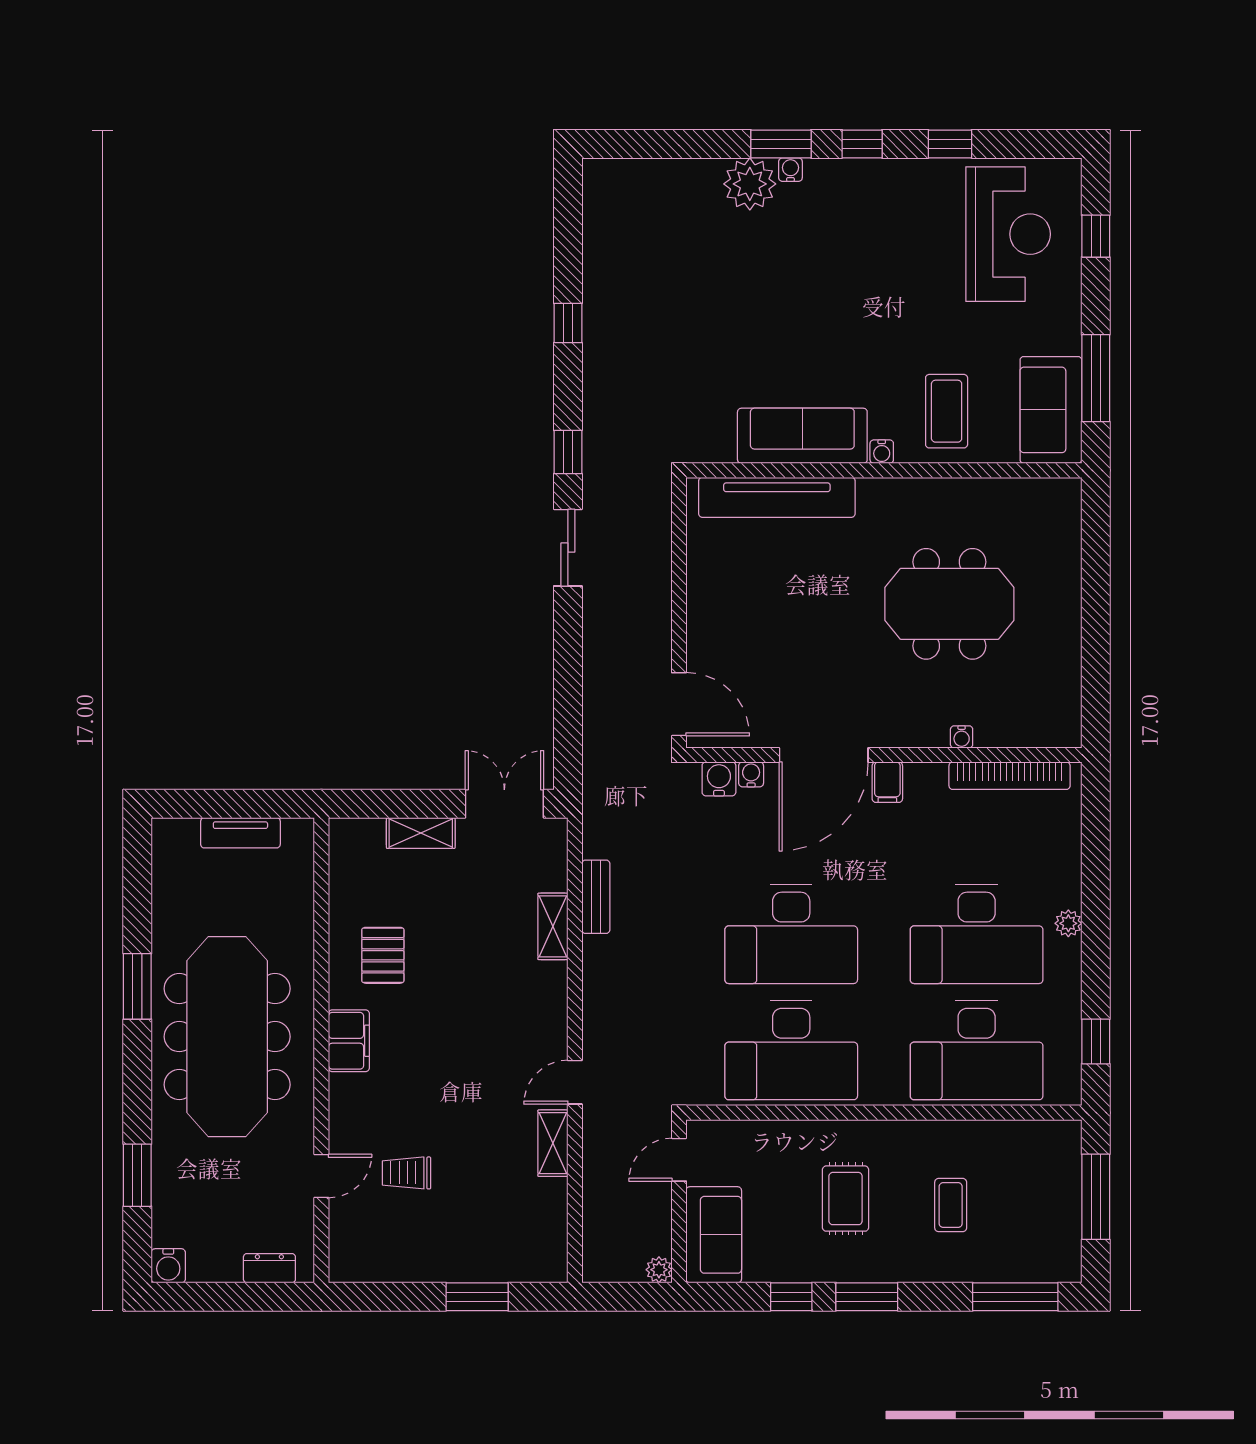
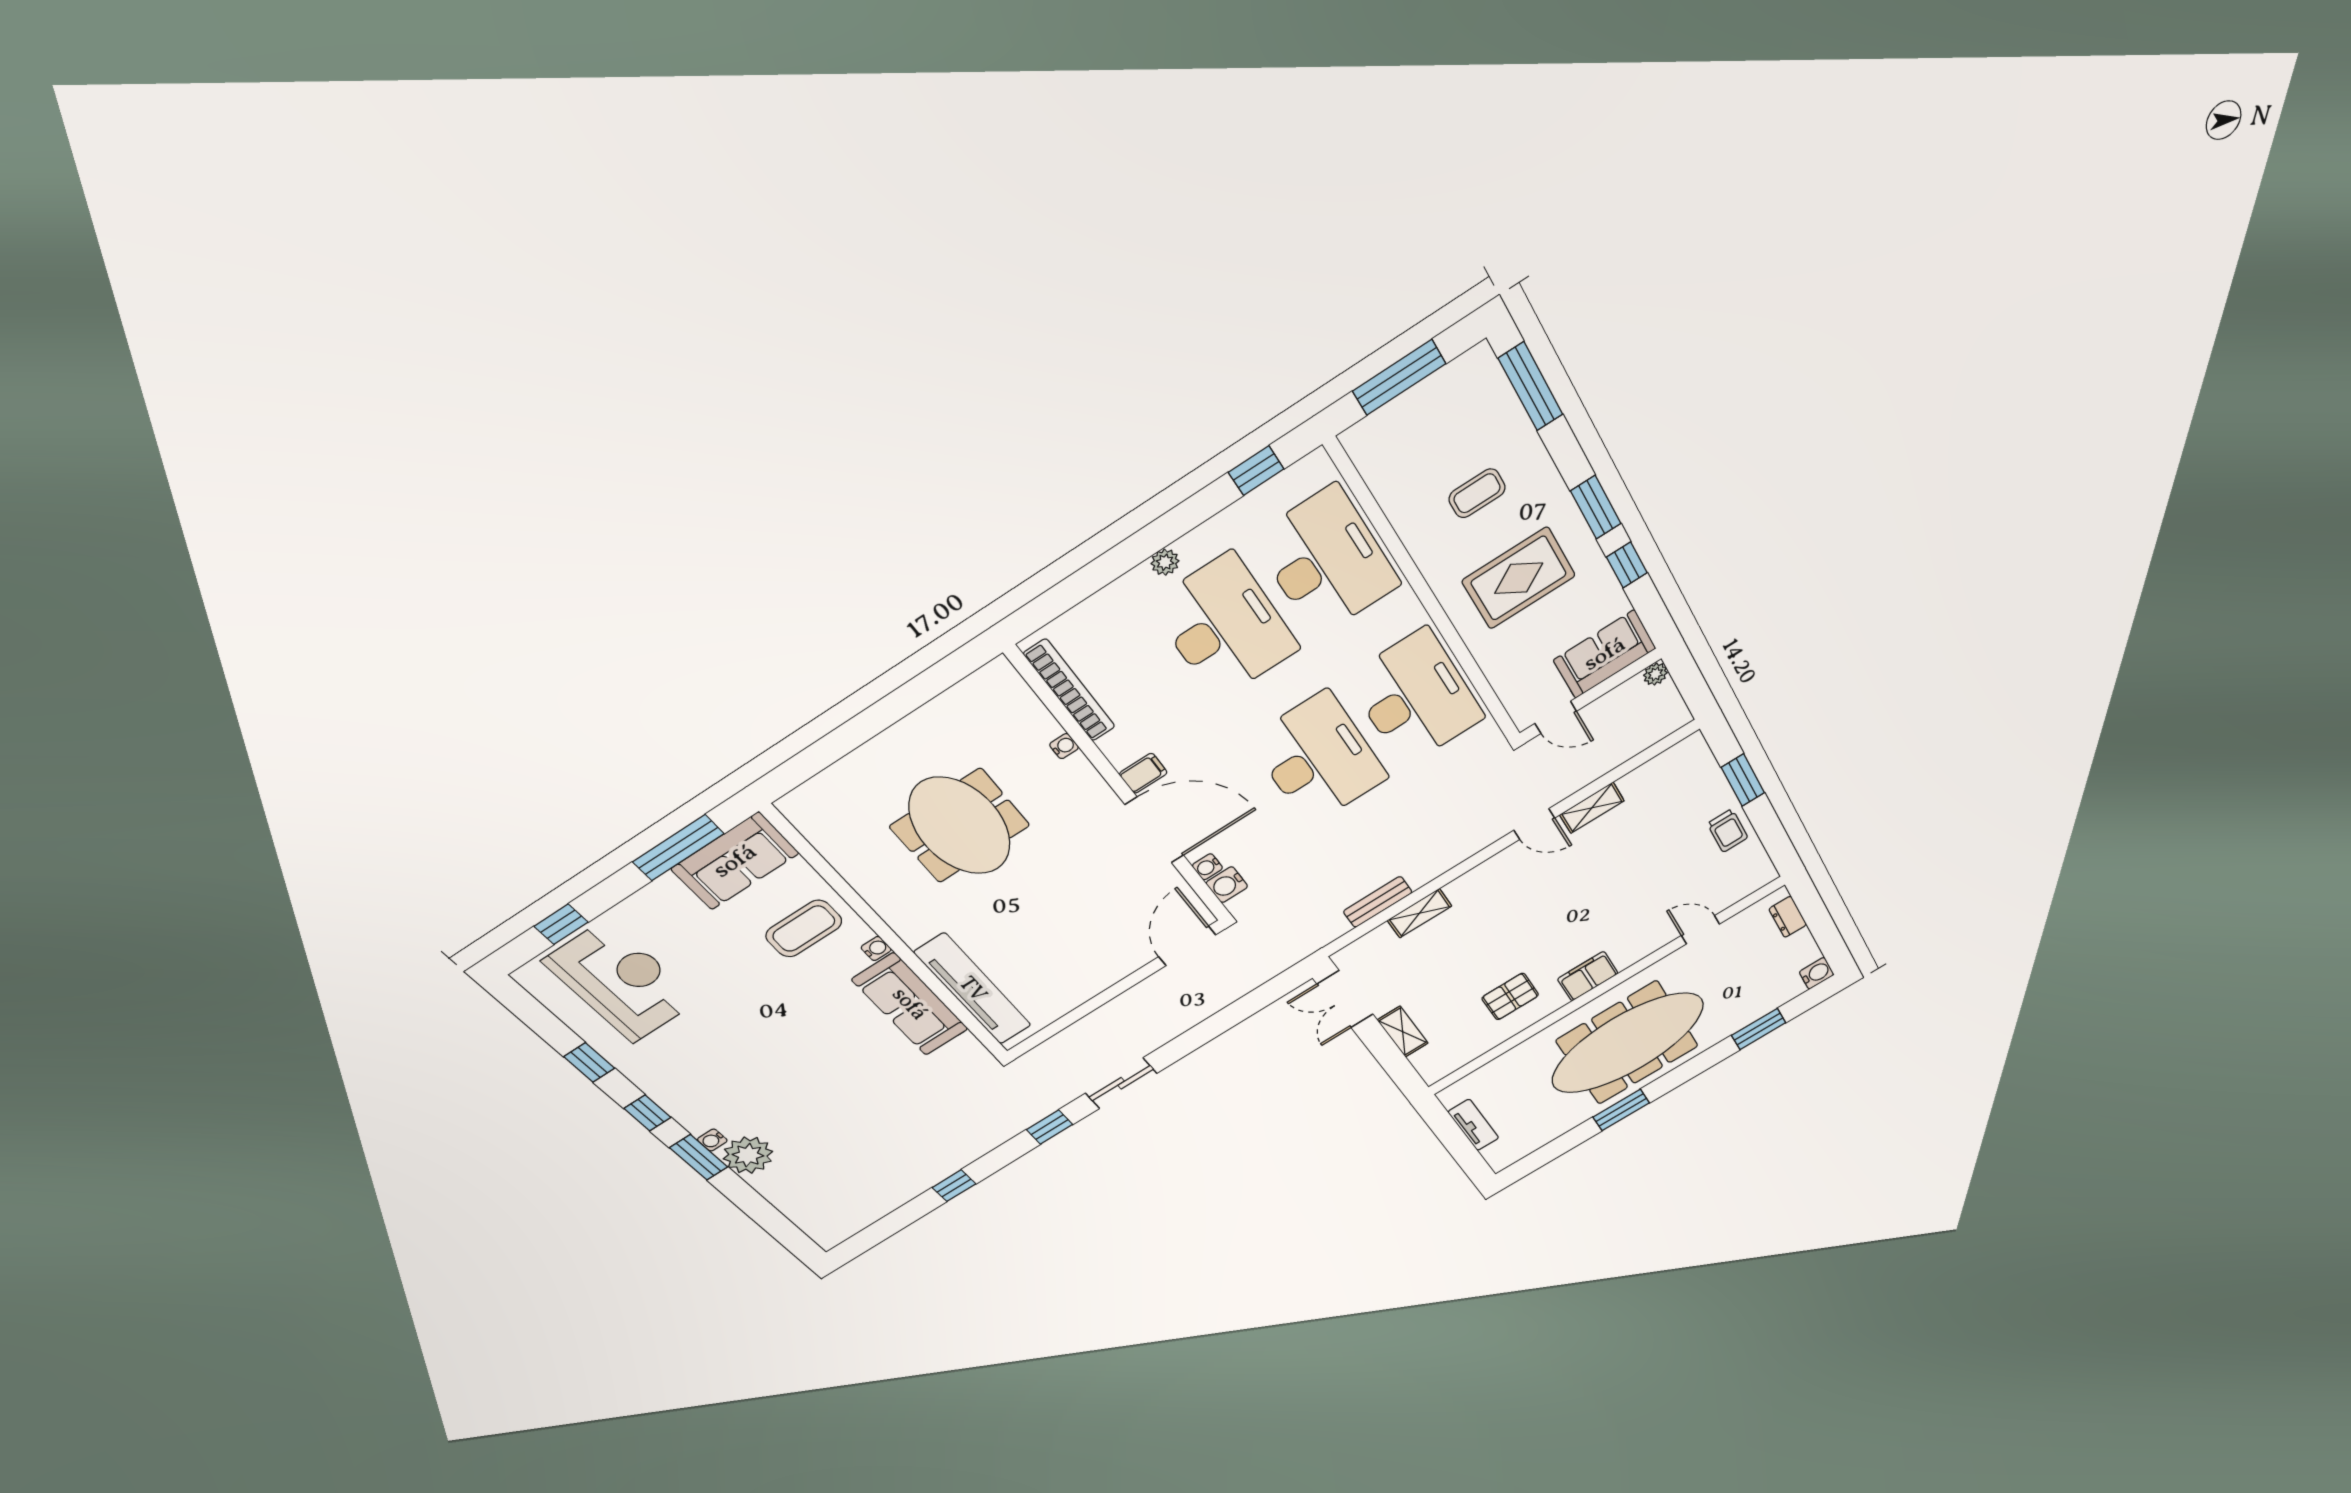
reception desk: (1008, 234) -> (621, 981), turned 90
trolley: (407, 1173) -> (1728, 831), moved
rug: (846, 1199) -> (1519, 578), width x1.36, depth x1.43

